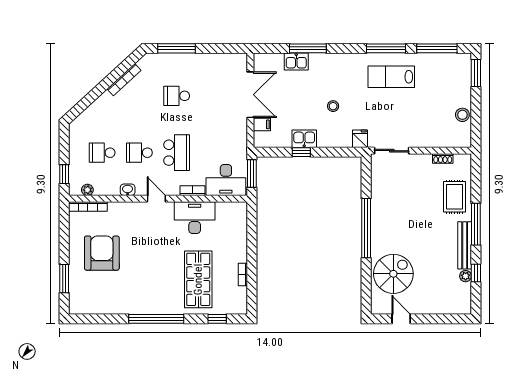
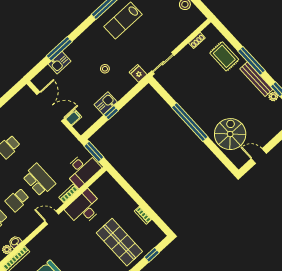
washbasin: (128, 190) -> (15, 242), moved

